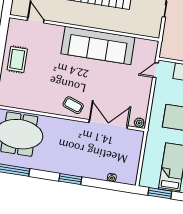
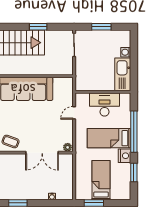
door: (156, 70) -> (74, 113), moved
double door: (108, 124) -> (42, 153), swing flipped

